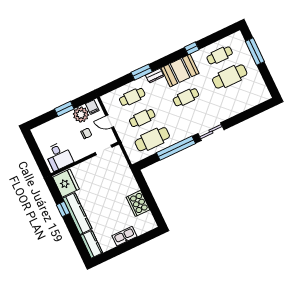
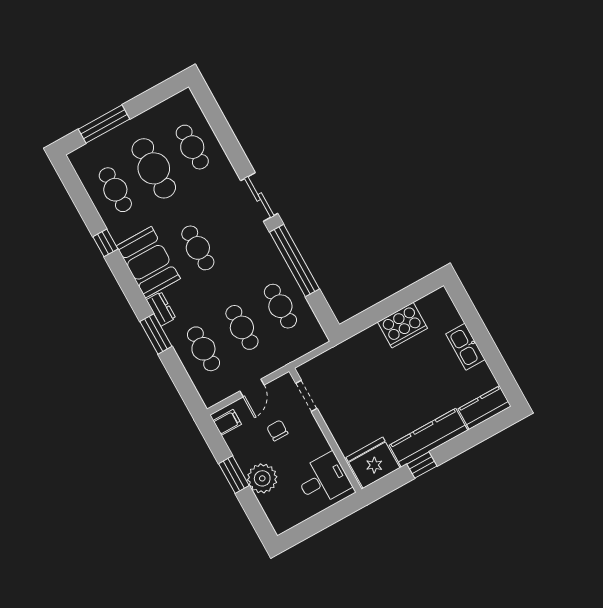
cafe table: (240, 98) -> (192, 147), added
plant: (81, 114) -> (262, 478), moved
cafe table: (152, 139) -> (280, 306), width x0.73, depth x0.74

